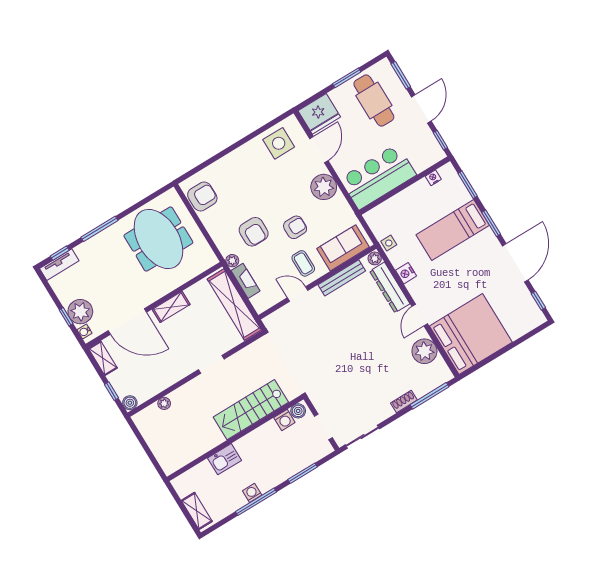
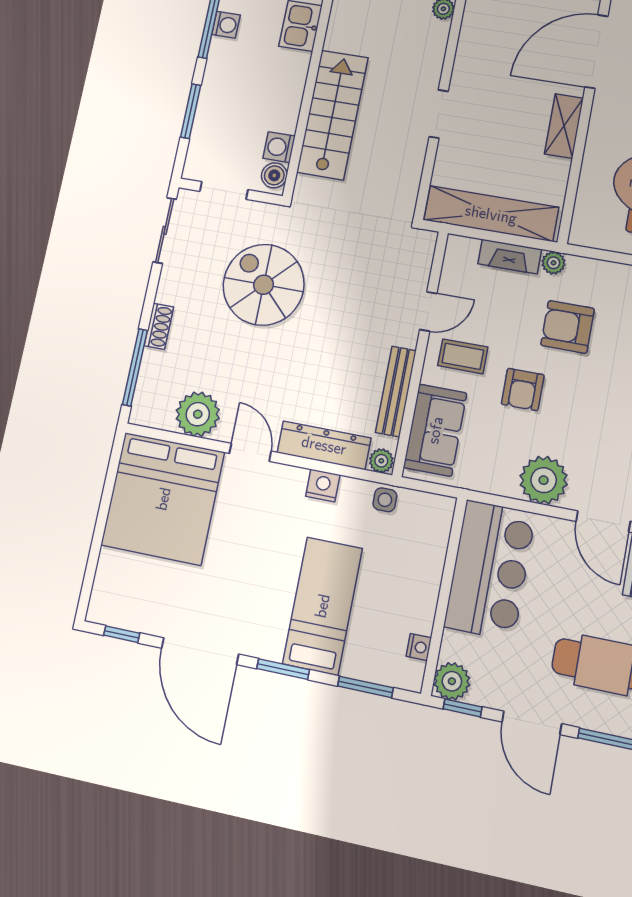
plant: (434, 153) -> (452, 681), added
spiral stairs: (347, 373) -> (264, 285), added

